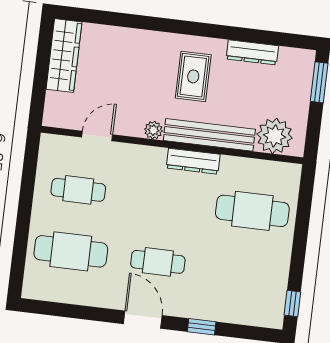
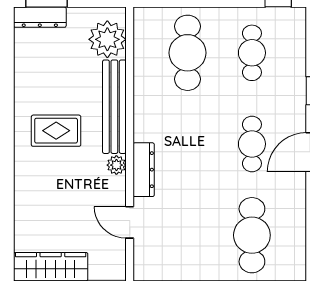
dresser: (252, 52) -> (40, 17), moved, turned 90
dresser: (193, 161) -> (144, 170), moved
cafe table: (78, 190) -> (252, 53), moved

